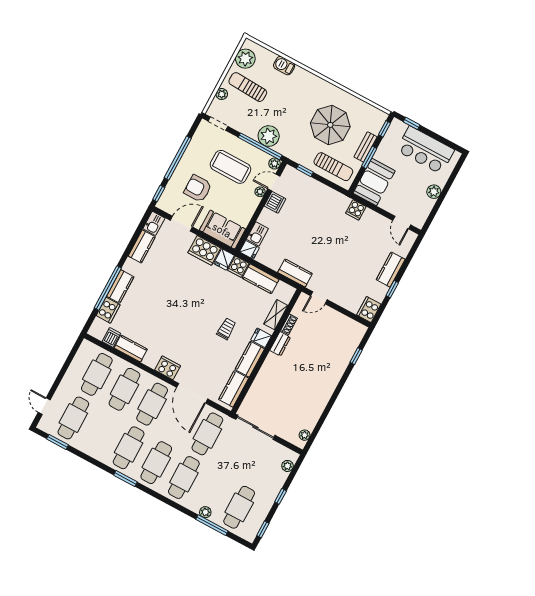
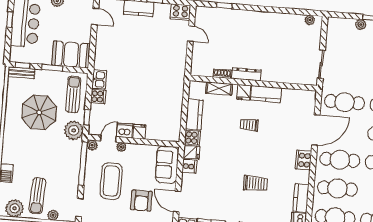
window: (412, 123) -> (10, 20), moved
plant: (269, 136) -> (74, 130), moved
bench: (365, 147) -> (21, 73), moved
door: (274, 182) -> (108, 139), swing flipped
cooker: (356, 210) -> (98, 96), moved
door: (402, 223) -> (95, 16), hinge flipped
kitchen sink: (257, 234) -> (99, 79), moved, turned 90
cooker: (204, 250) -> (189, 166), width x0.53, depth x0.76
fridge: (249, 250) -> (139, 132), moved
kitchen counter: (295, 273) -> (177, 88), removed
door: (319, 298) -> (191, 34), moved
trolley: (165, 310) -> (255, 183), added
dresser: (280, 344) -> (246, 74), width x1.44
kitchen counter: (234, 389) -> (297, 97), removed
sliding door: (255, 427) -> (321, 64), width x0.73
plant: (287, 466) -> (361, 25), moved

